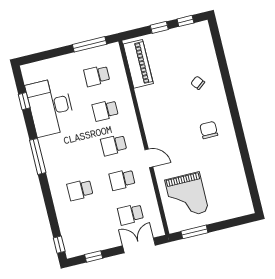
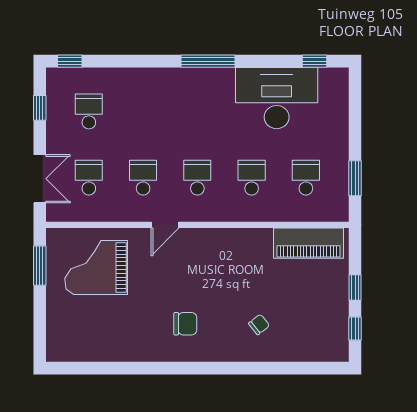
window: (90, 44) -> (355, 178), width x0.69
window: (24, 101) -> (315, 61), moved
school desk: (80, 190) -> (89, 111), moved

